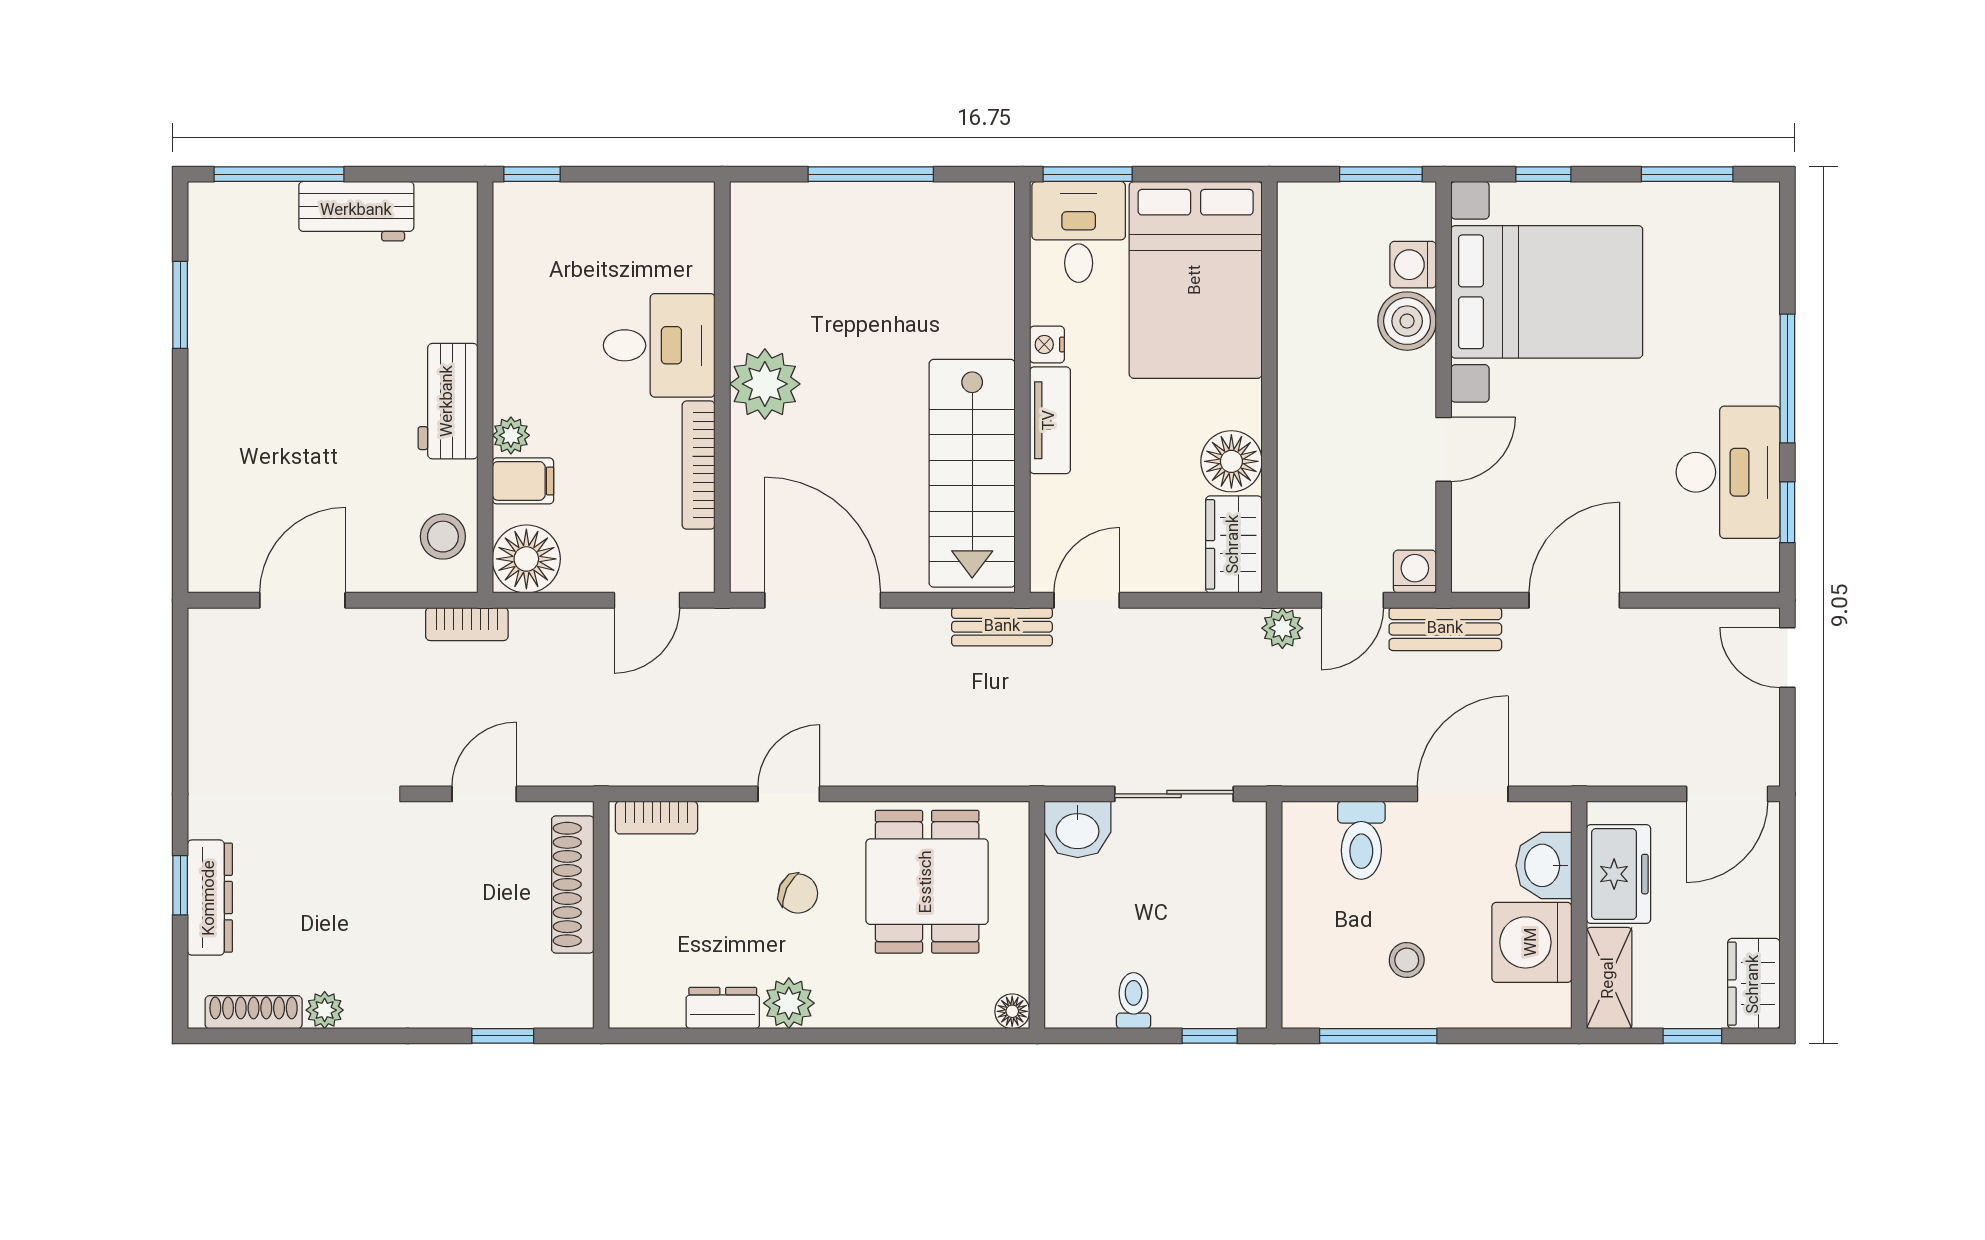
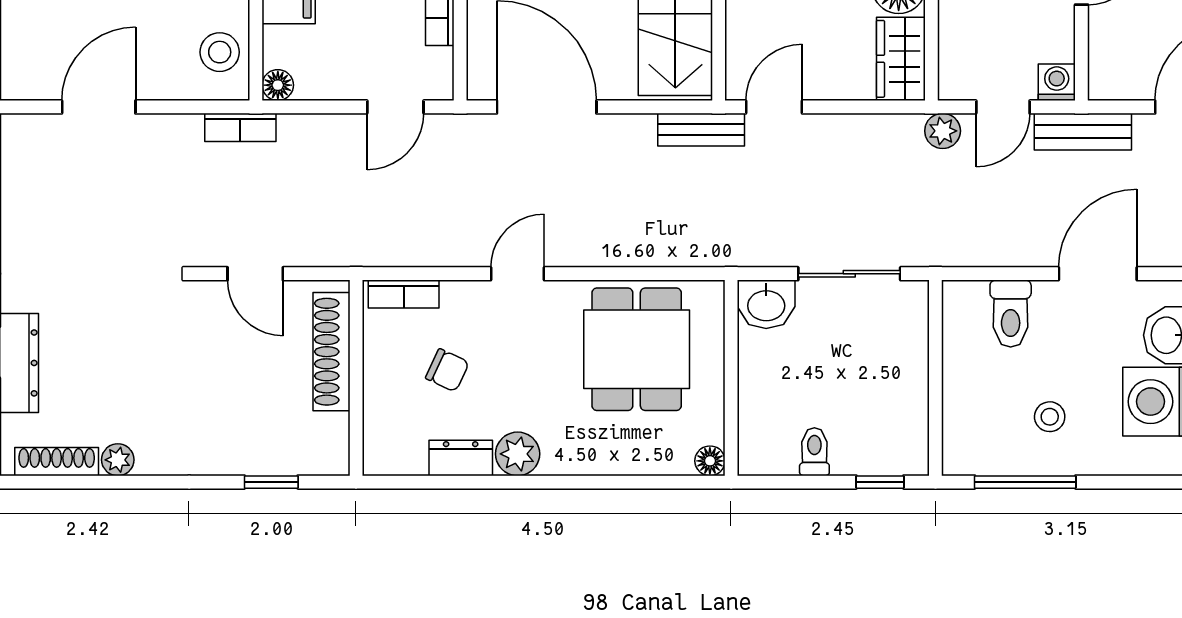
floor lamp: (526, 559) -> (278, 85), width x0.53, depth x0.53
door: (484, 794) -> (255, 274), swing flipped
chair: (798, 893) -> (447, 370), moved

